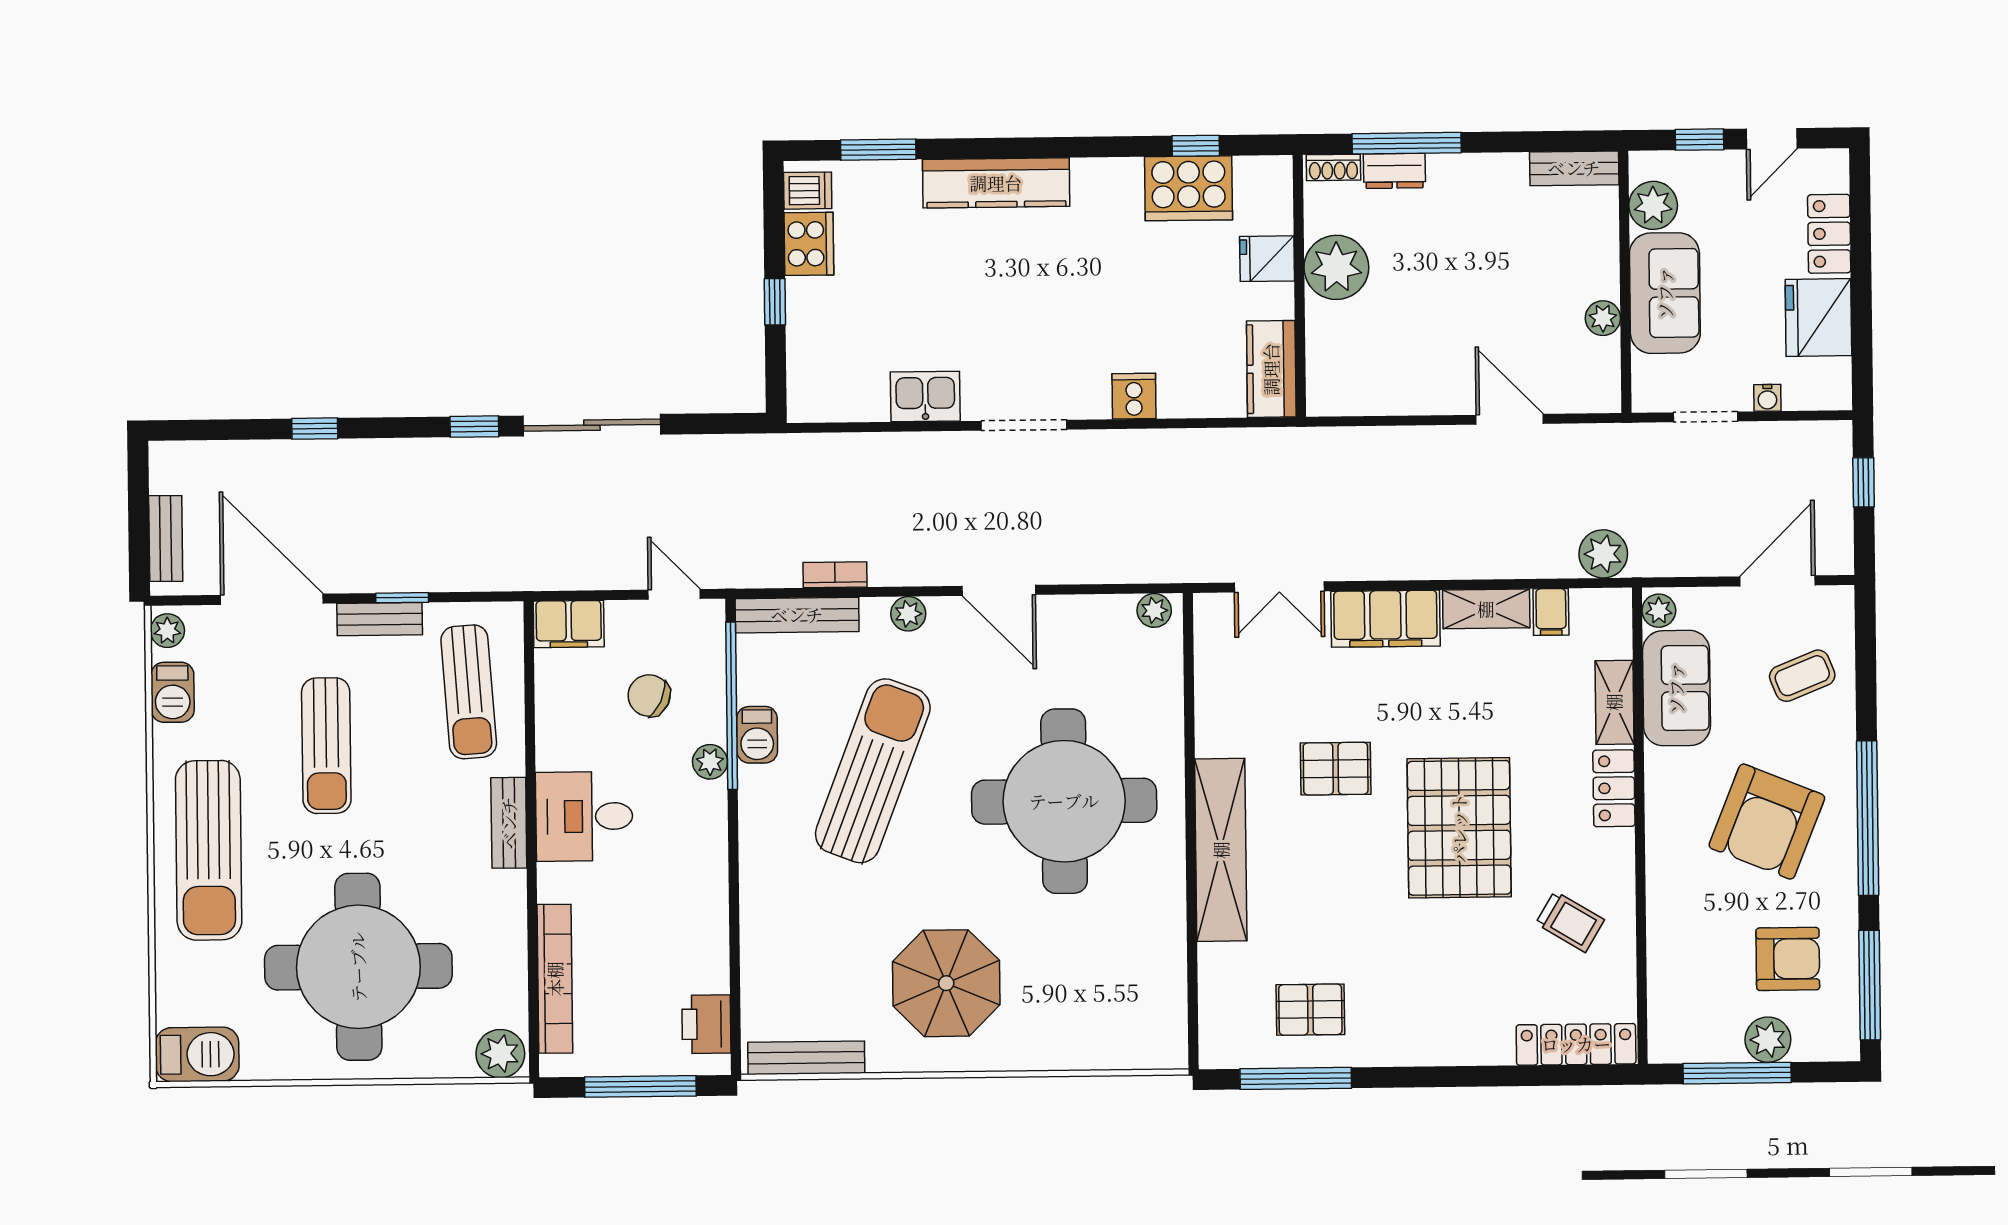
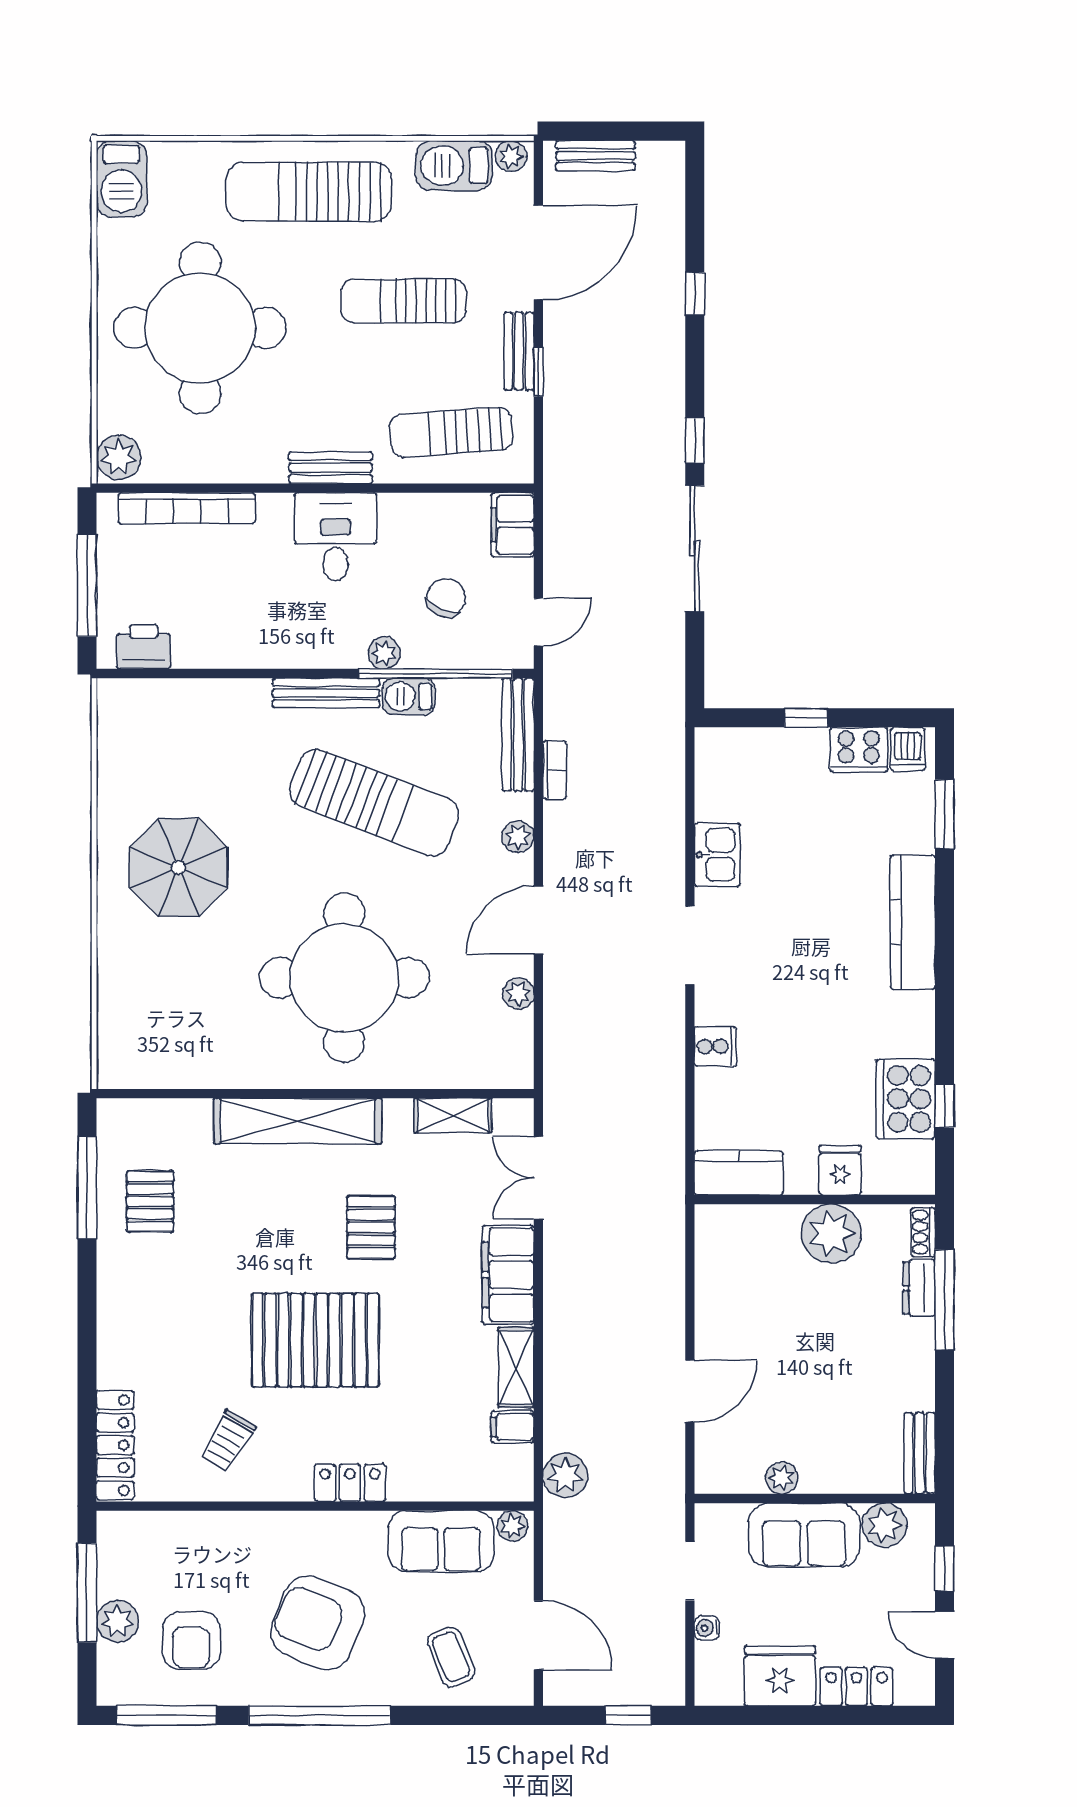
plant: (1154, 610) -> (518, 994), moved
barbecue: (173, 692) -> (454, 166), width x1.38, depth x1.27
shelving: (1614, 702) -> (453, 1115), moved
bench: (806, 1058) -> (326, 693), moved, turned 90

